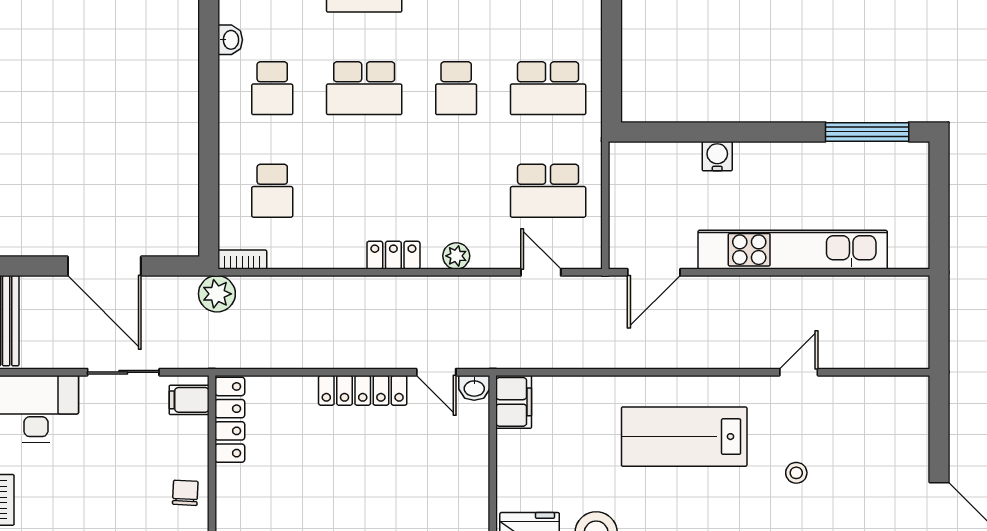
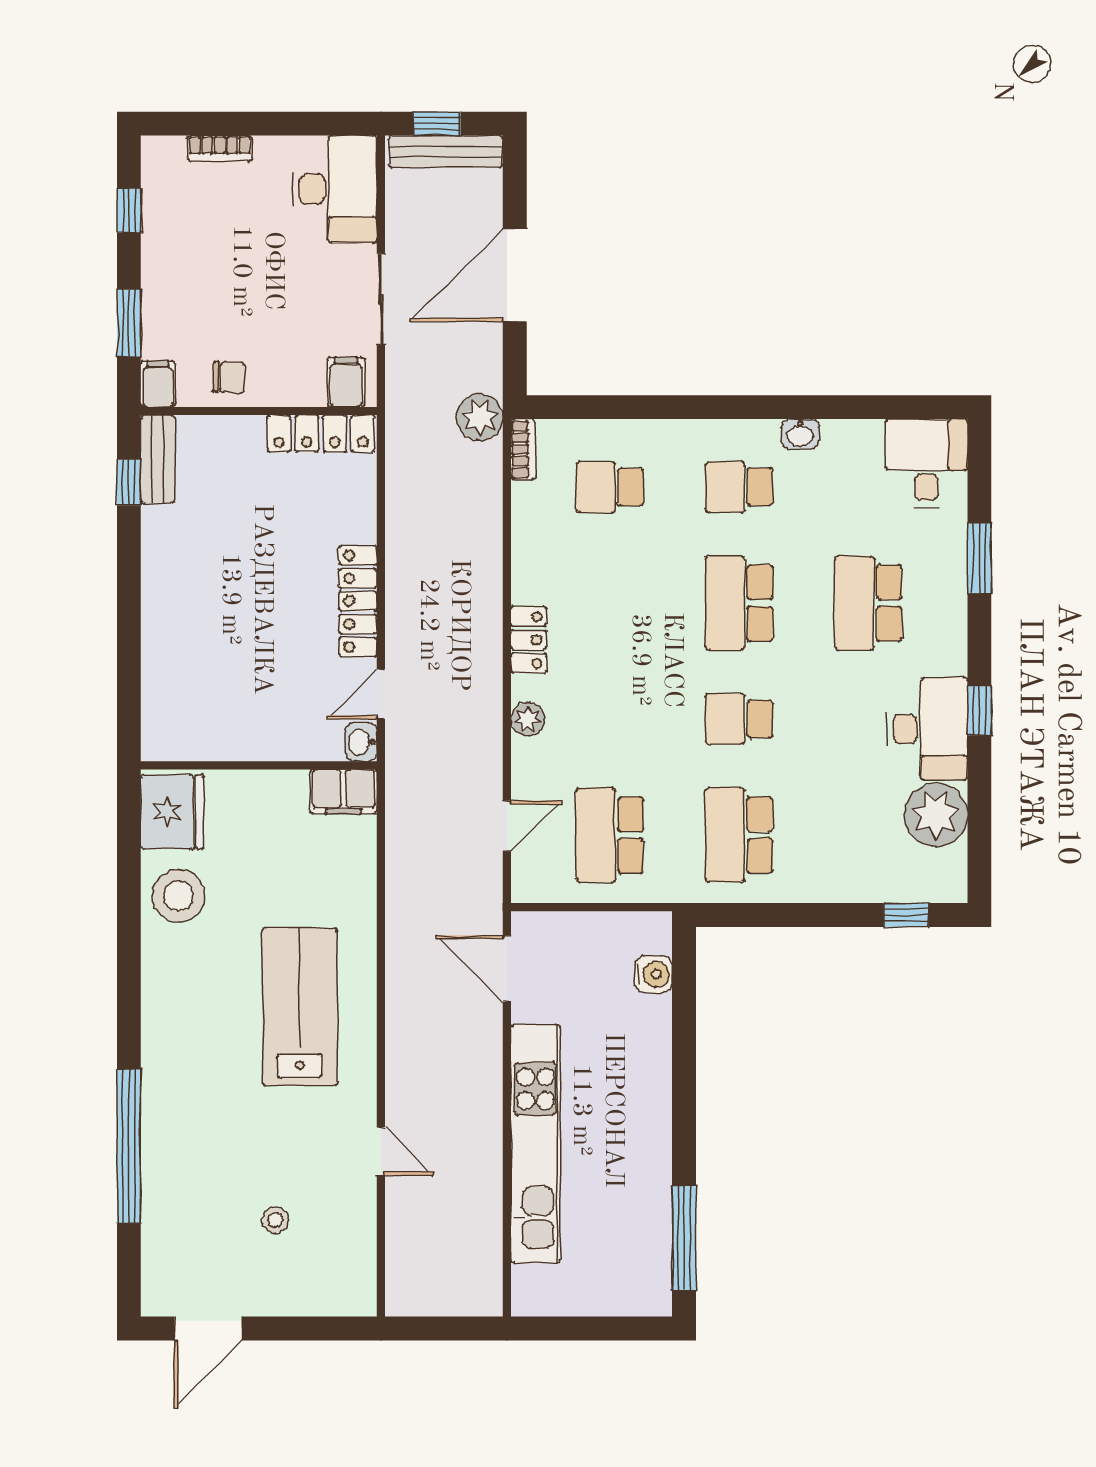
water cooler: (717, 156) -> (654, 974), moved
stool: (796, 473) -> (275, 1220), moved

